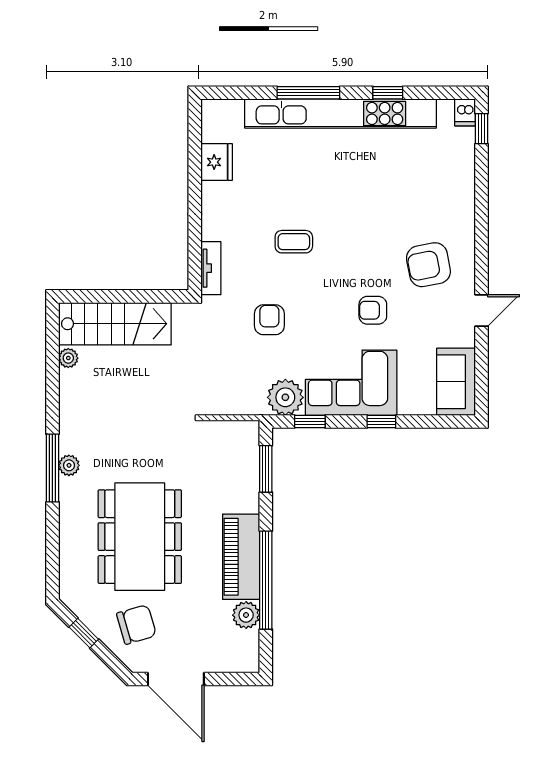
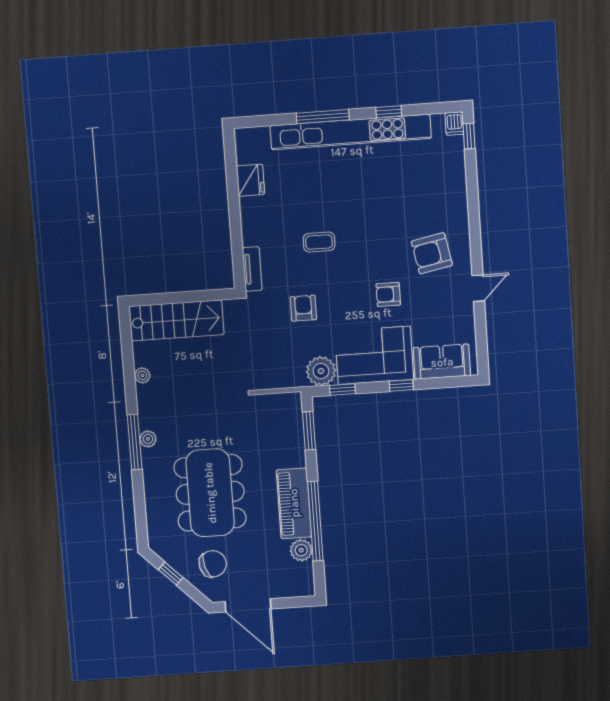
plant: (68, 358) -> (142, 375), moved
sofa: (456, 382) -> (442, 362), moved, turned 90

